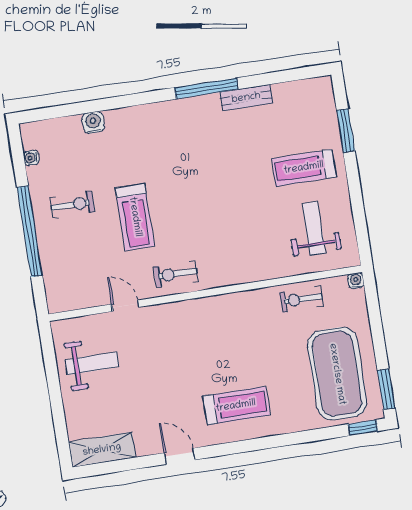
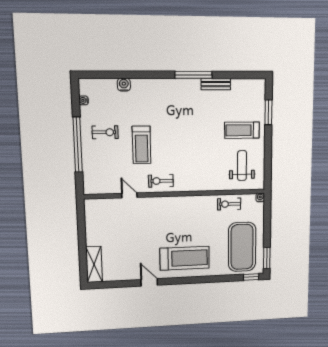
weight bench: (92, 363) -> (106, 226), removed
treadmill: (236, 406) -> (185, 258), width x1.37, depth x1.38
shelving: (102, 450) -> (94, 264), moved, turned 90

